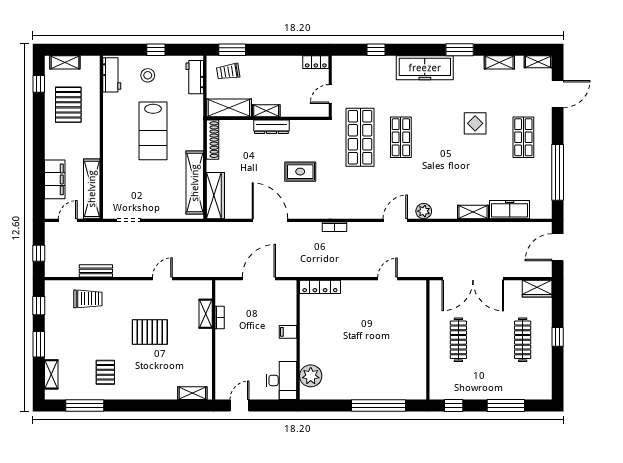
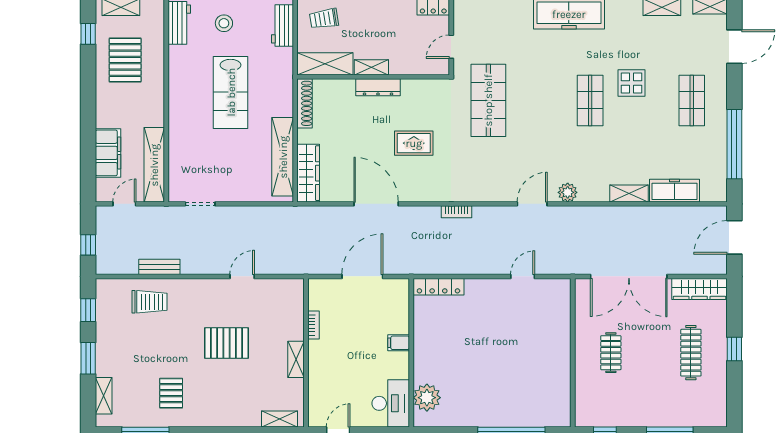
shop shelf: (401, 137) -> (590, 100), moved
wardrobe: (537, 289) -> (700, 289), width x1.50
shelving: (206, 314) -> (296, 359), moved
clothes rail: (458, 340) -> (611, 353), width x0.73

